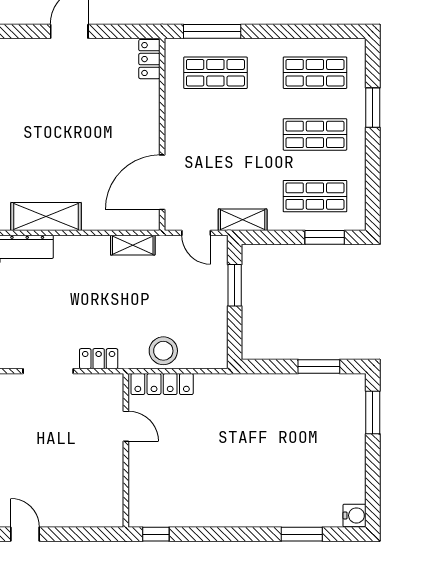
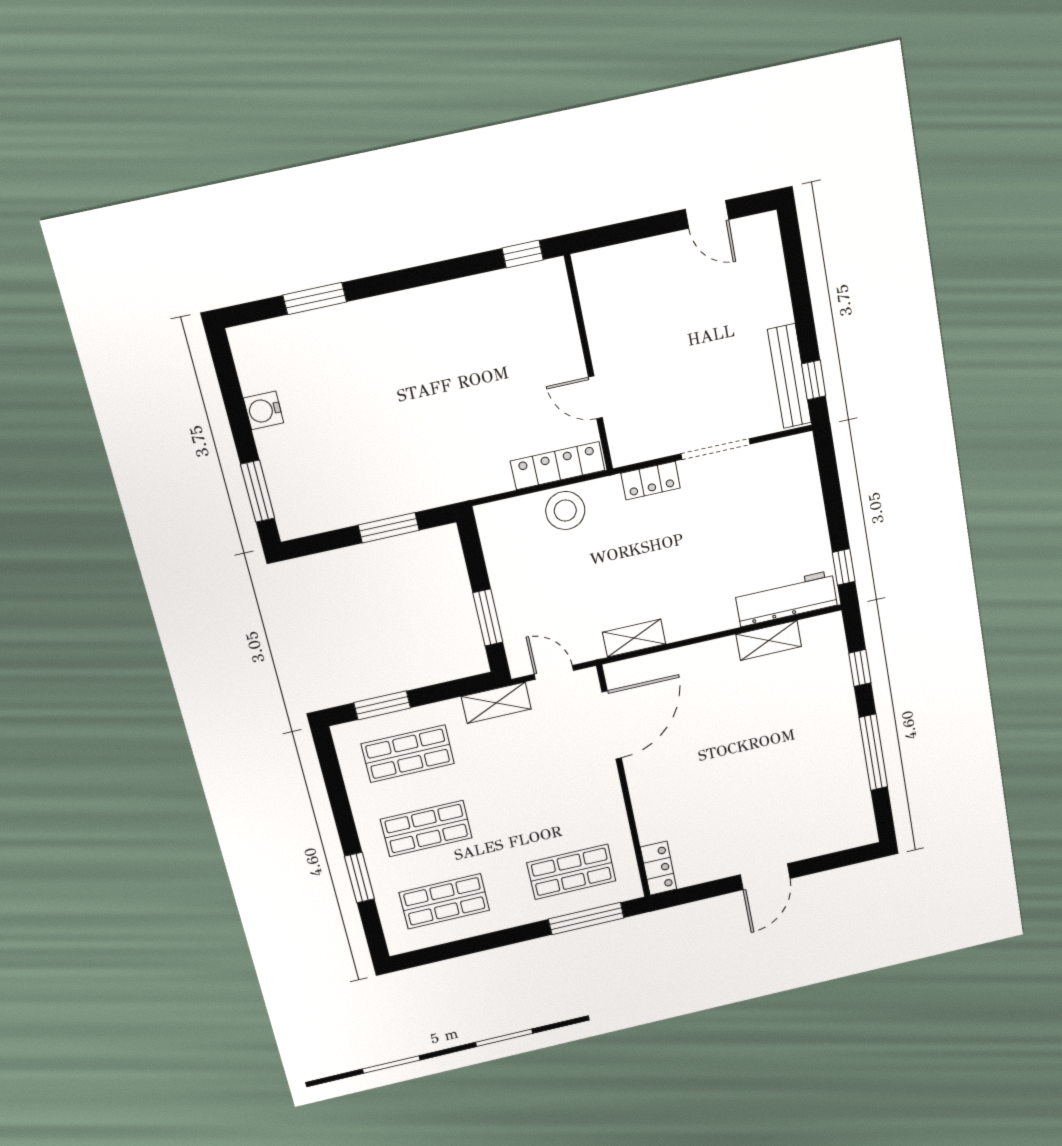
shelving: (46, 217) -> (769, 640), width x0.67, depth x0.75
window: (319, 367) -> (389, 528), moved
water cooler: (355, 515) -> (263, 410), moved

